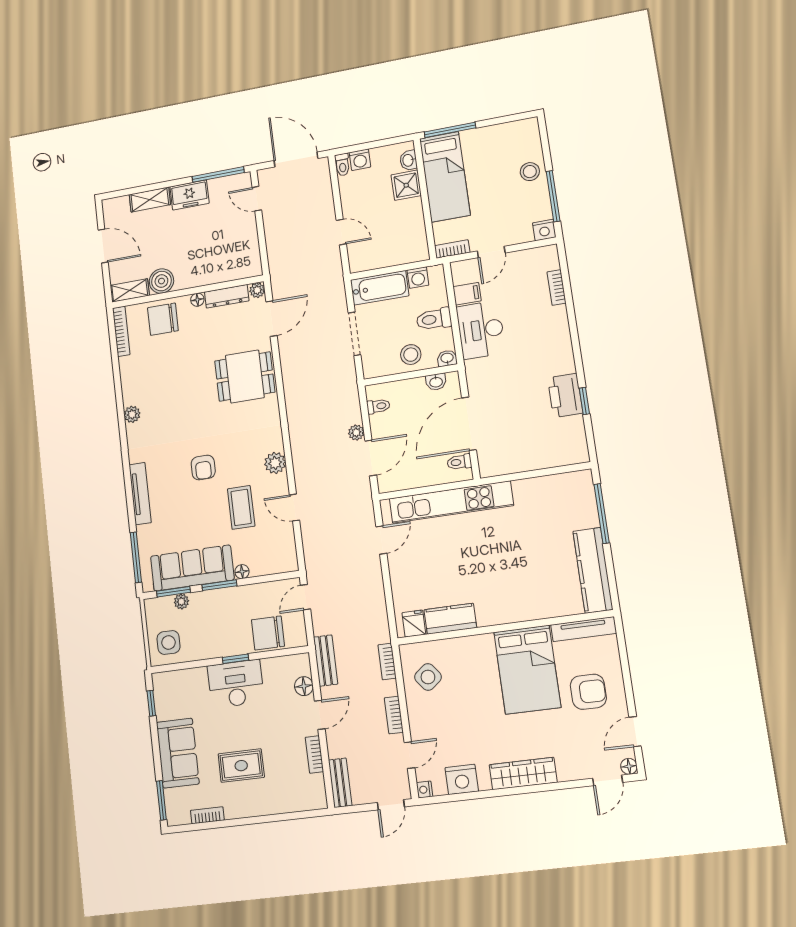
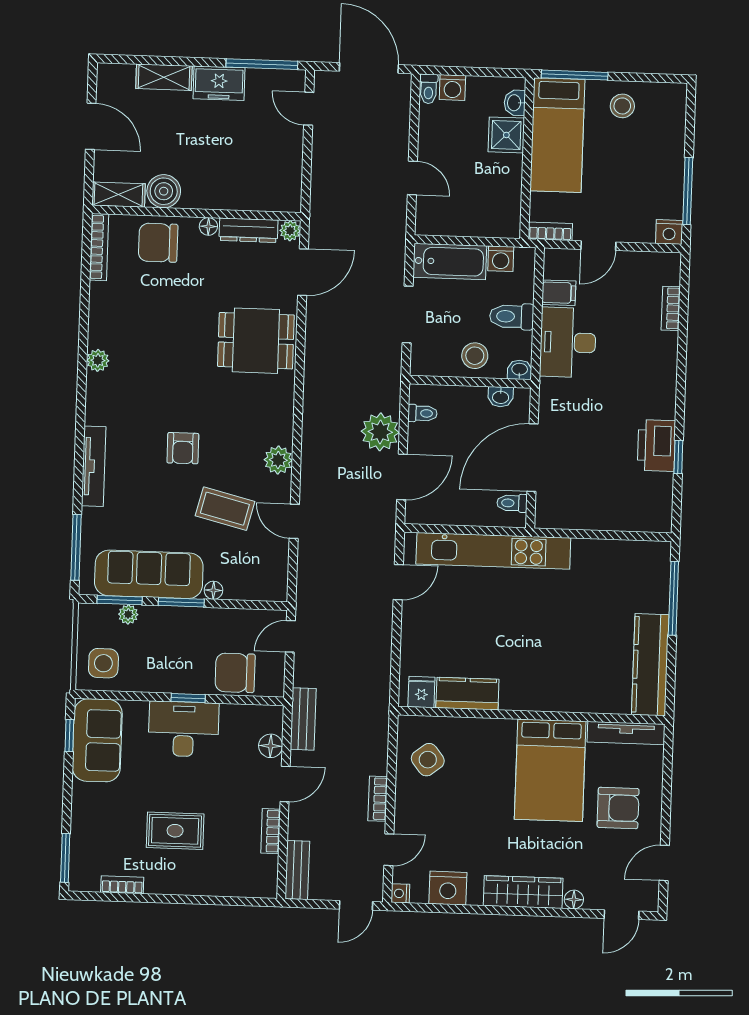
stool: (530, 172) -> (622, 106), moved
plant: (356, 433) -> (380, 432), width x1.87, depth x1.87
coffee table: (241, 507) -> (225, 509), turned -76
bookcase: (387, 662) -> (380, 733), removed
sofa: (178, 753) -> (97, 740), moved
floor lamp: (629, 766) -> (574, 899), moved

